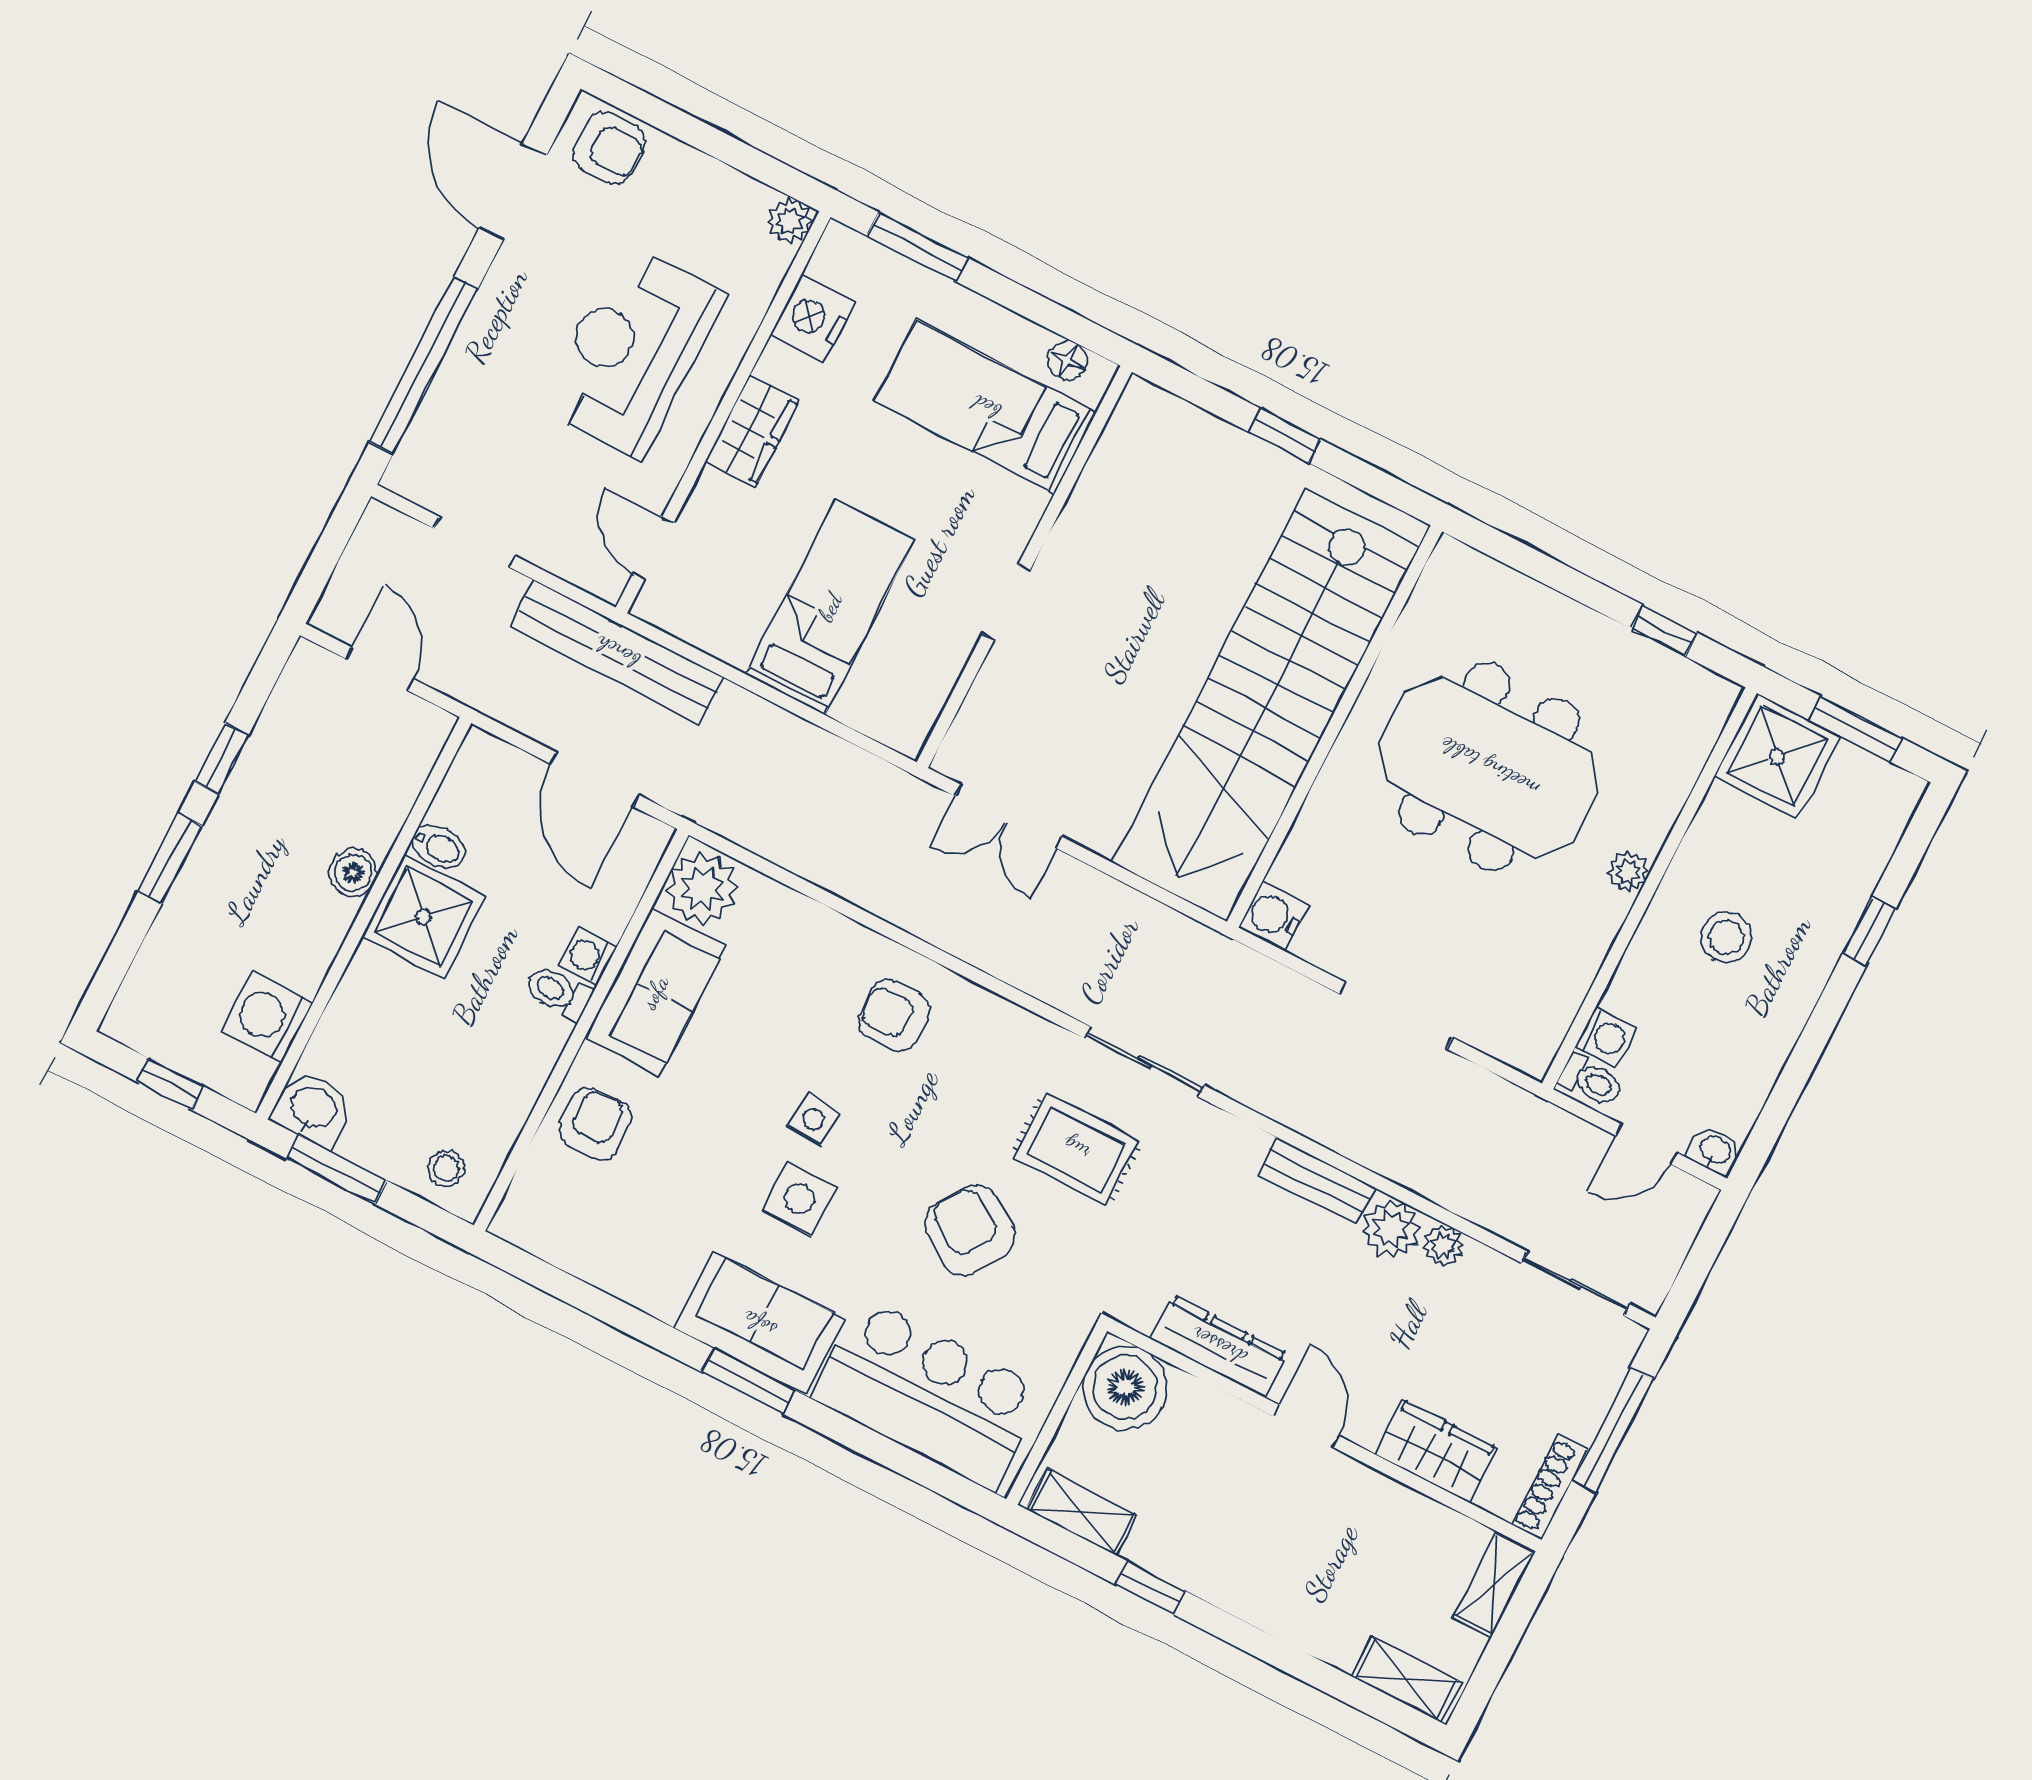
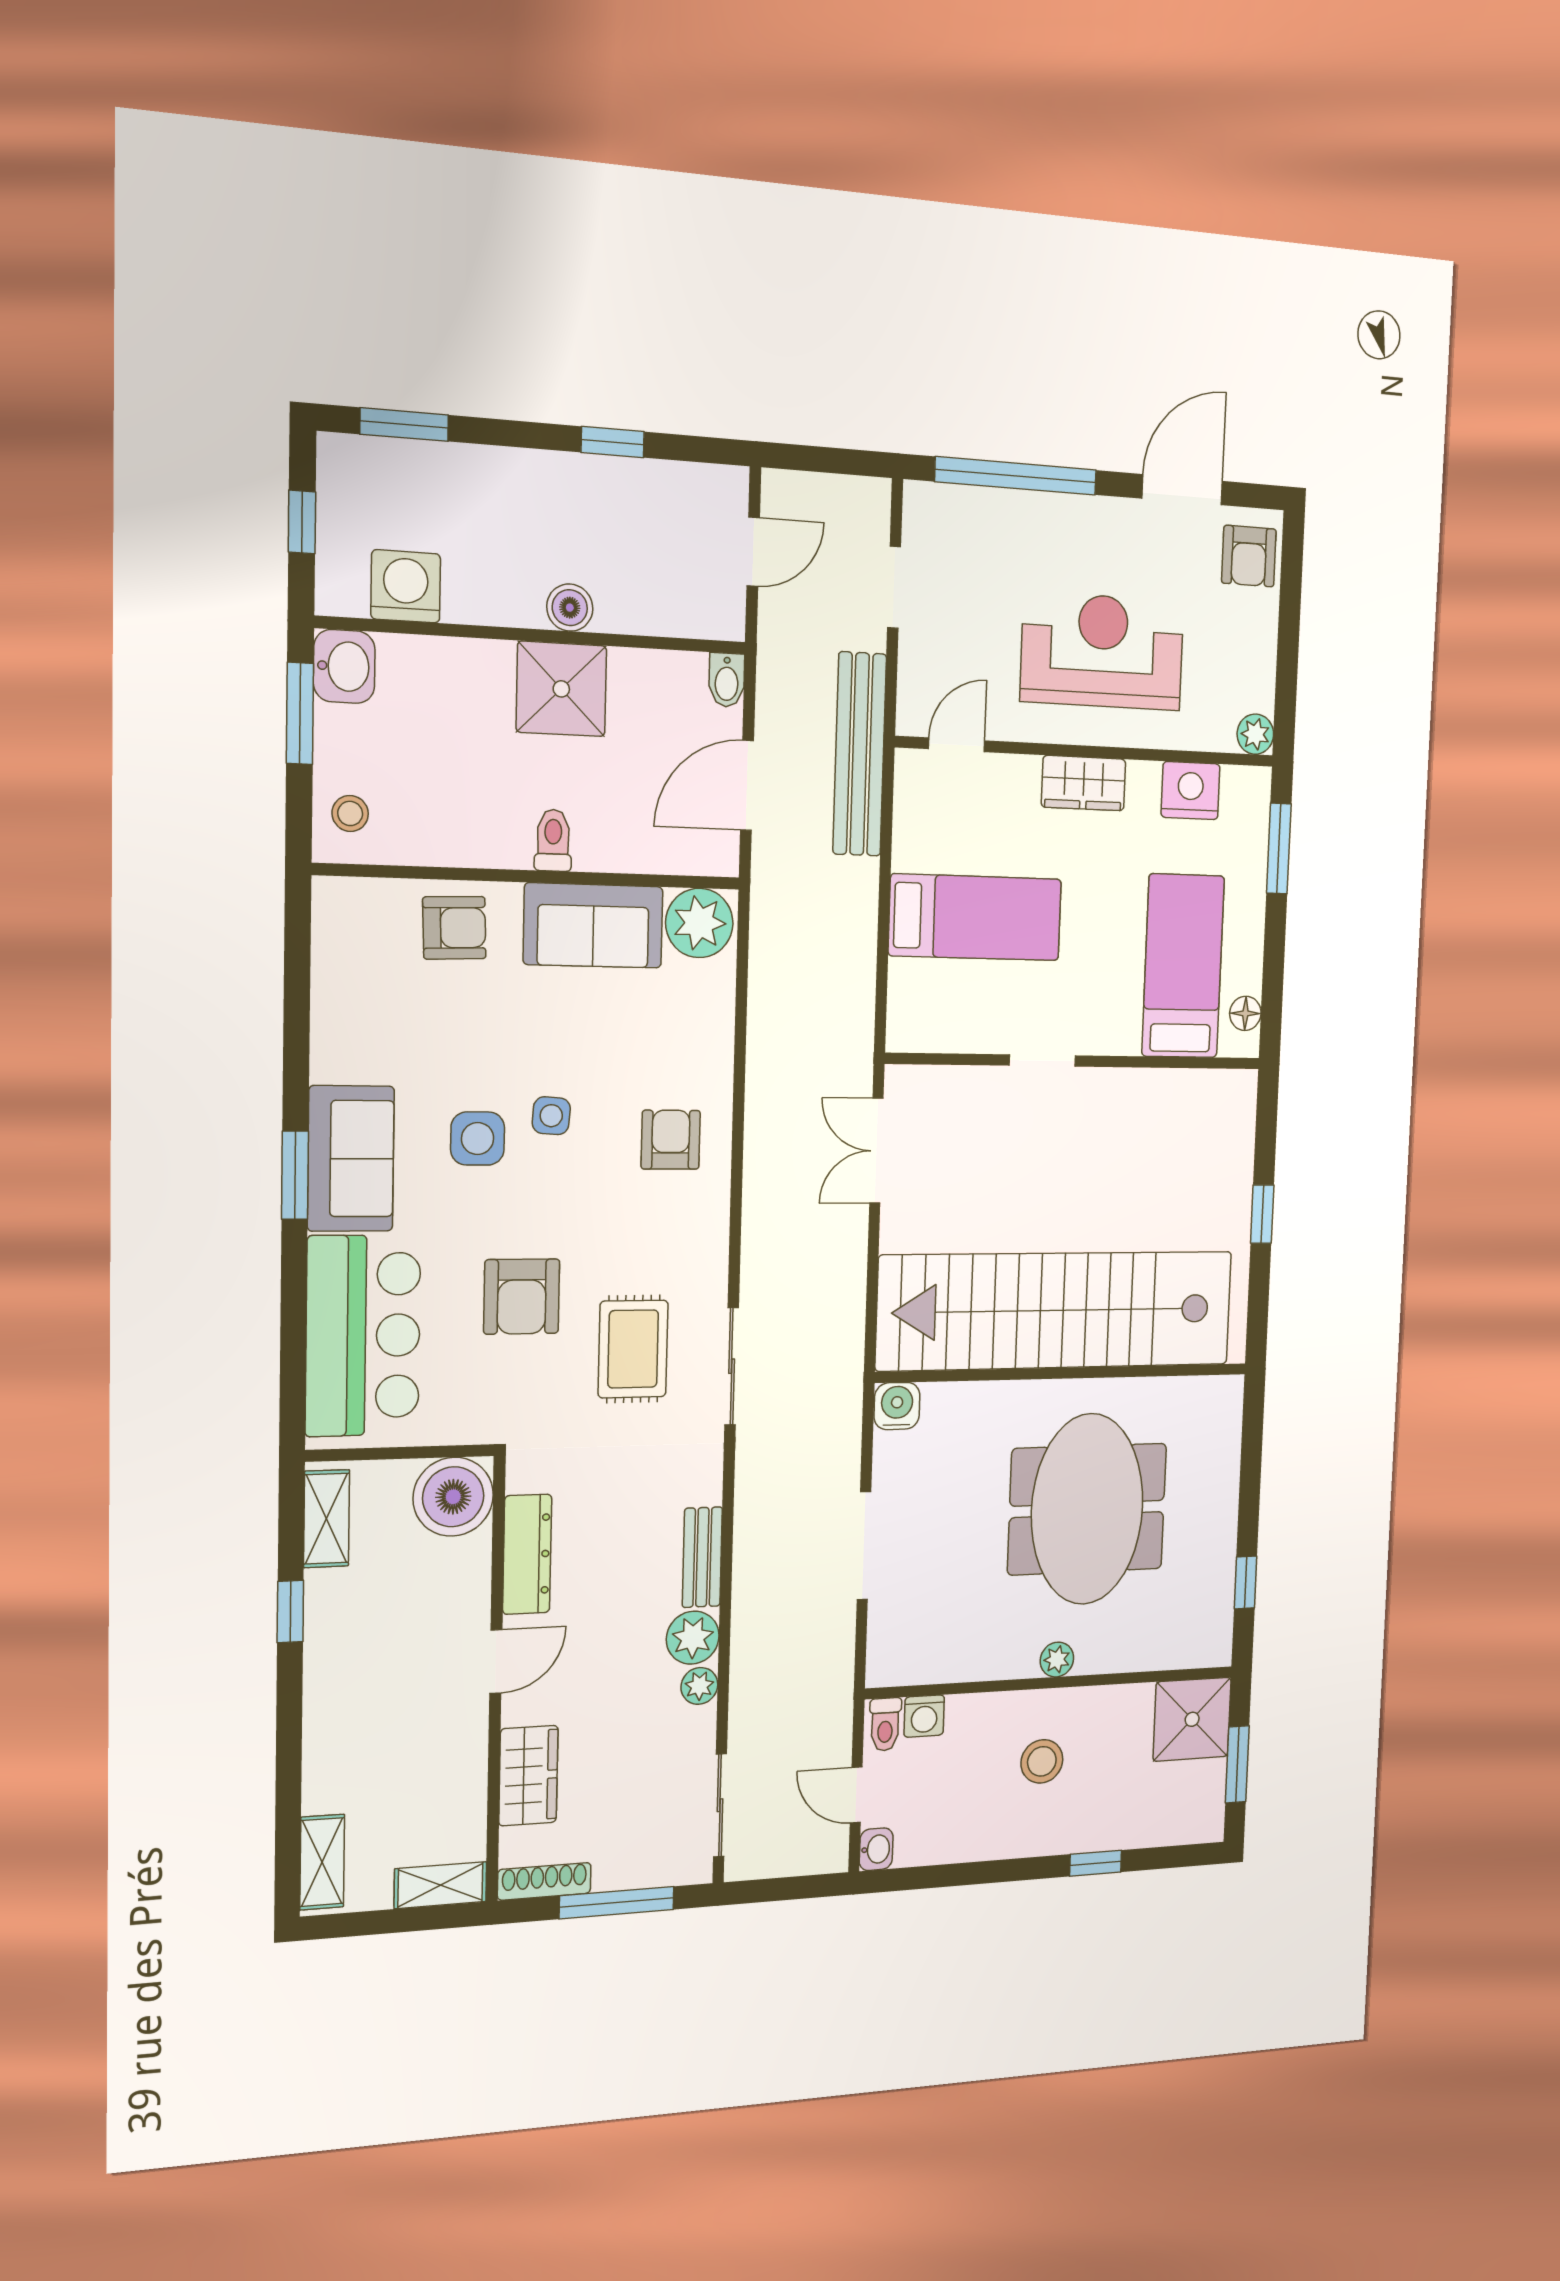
bidet: (439, 847) -> (727, 680), moved
window: (170, 859) -> (404, 425), moved
washing machine: (588, 956) -> (596, 851), removed
armchair: (970, 1230) -> (522, 1297), turned 146

